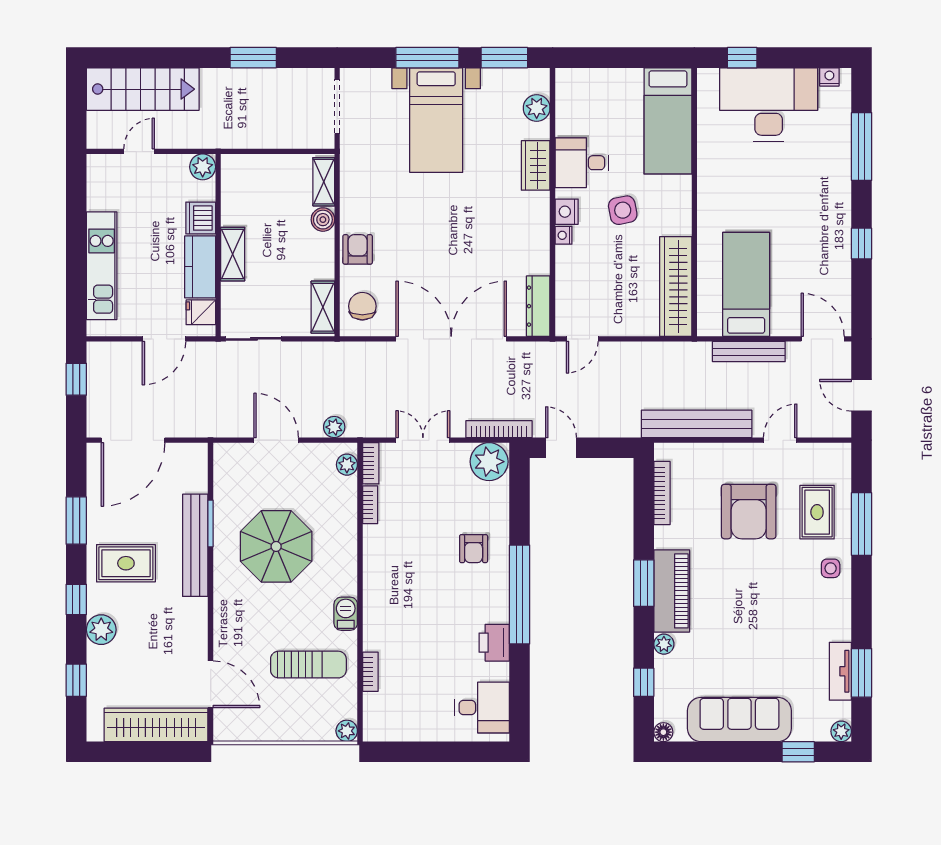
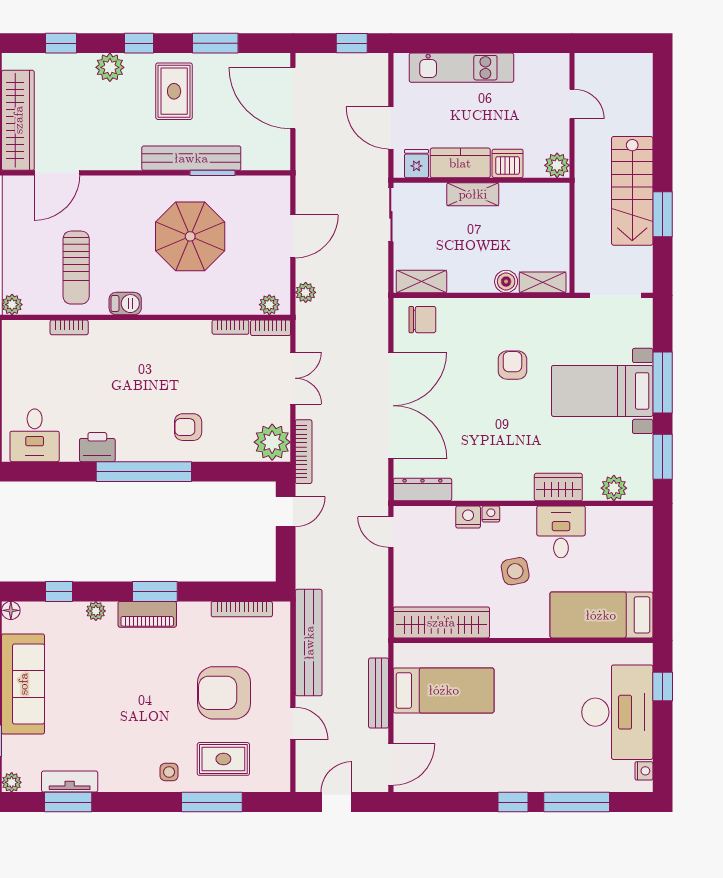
stairs: (143, 89) -> (632, 191), moved
nightstand: (567, 212) -> (468, 517), moved
window: (862, 244) -> (513, 802), moved
armchair: (358, 249) -> (512, 365), moved, turned -90
piano: (672, 591) -> (147, 614), width x0.73, depth x0.75

